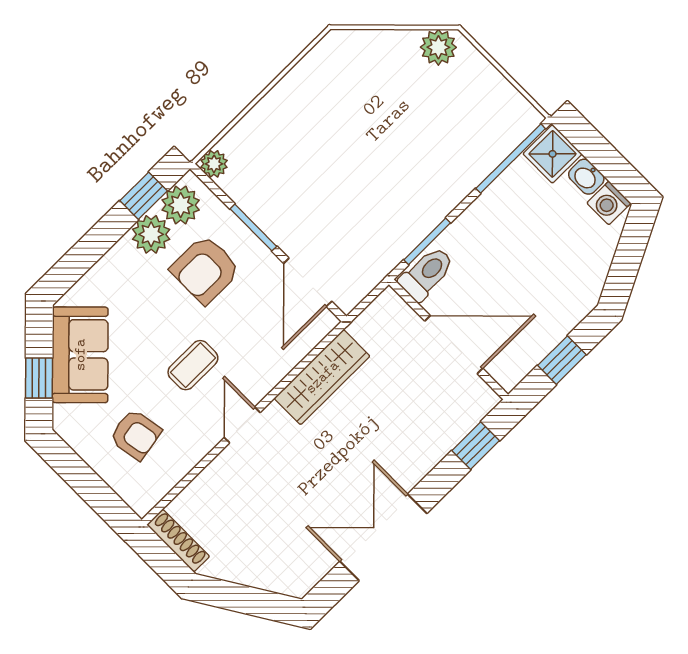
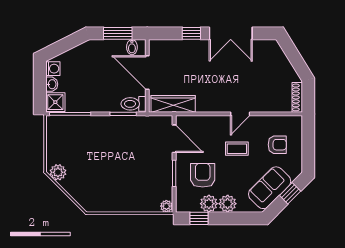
plant: (181, 205) -> (228, 204), moved
armchair: (205, 270) -> (203, 175), turned -90
door: (308, 282) -> (174, 139), hinge flipped
window: (562, 360) -> (118, 33), width x1.50
bidet: (518, 361) -> (132, 47), added
wardrobe: (322, 377) -> (173, 104), moved
armchair: (136, 435) -> (277, 145), turned 100
window: (476, 446) -> (191, 33), moved

